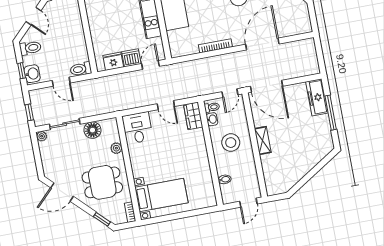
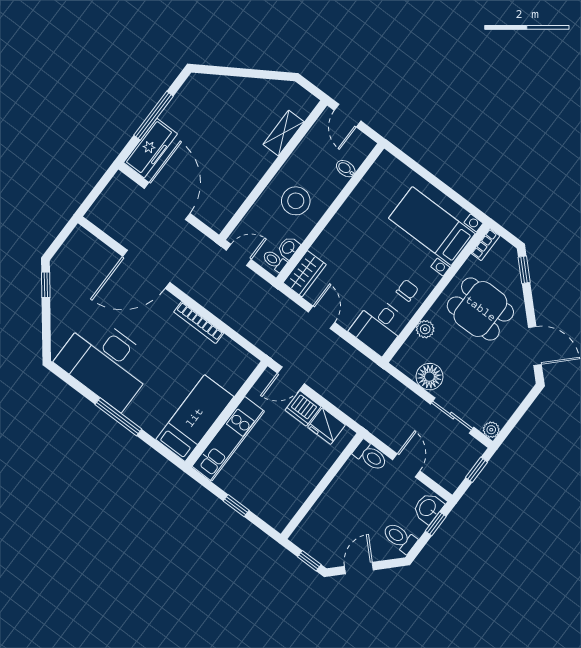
door: (266, 86) -> (167, 201), moved
shelving: (263, 141) -> (284, 133), moved
chair: (142, 156) -> (407, 290), added
door: (248, 203) -> (348, 116), swing flipped

